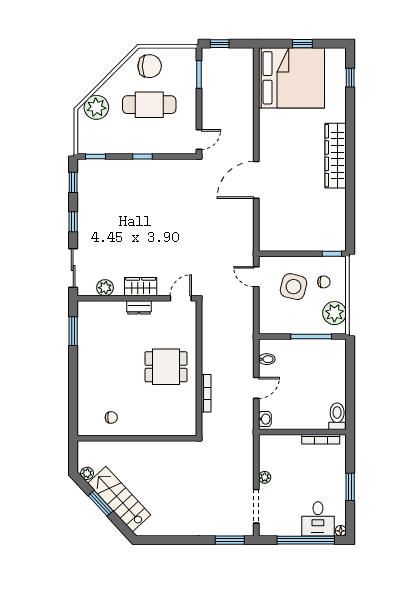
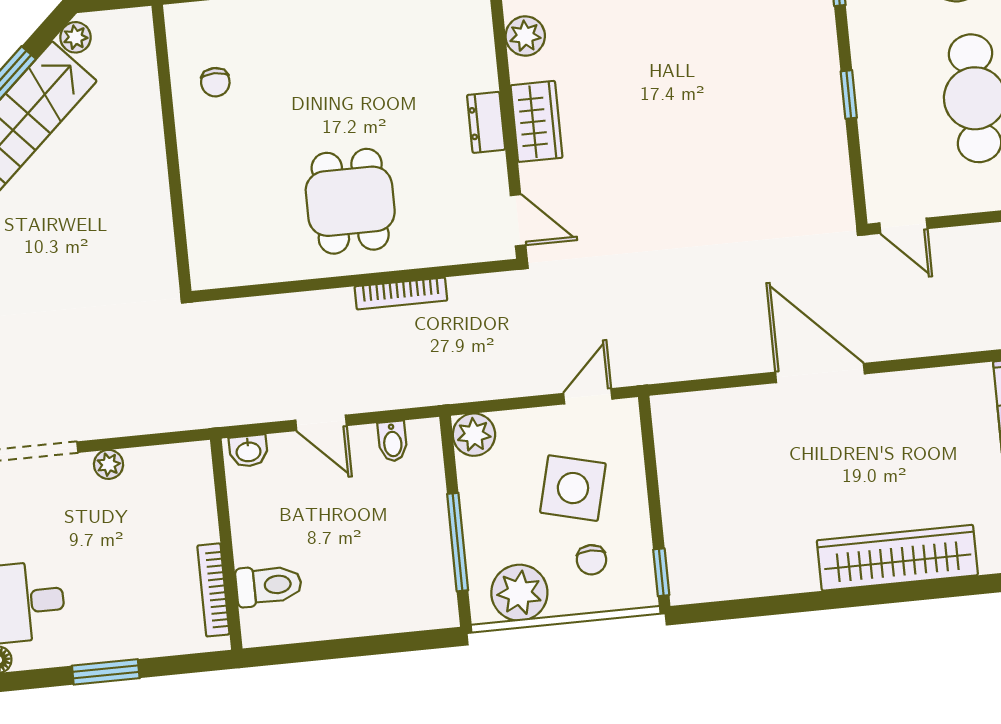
plant: (267, 325) -> (474, 435), added
bookcase: (206, 393) -> (401, 293), moved
toilet: (337, 416) -> (269, 585), moved

